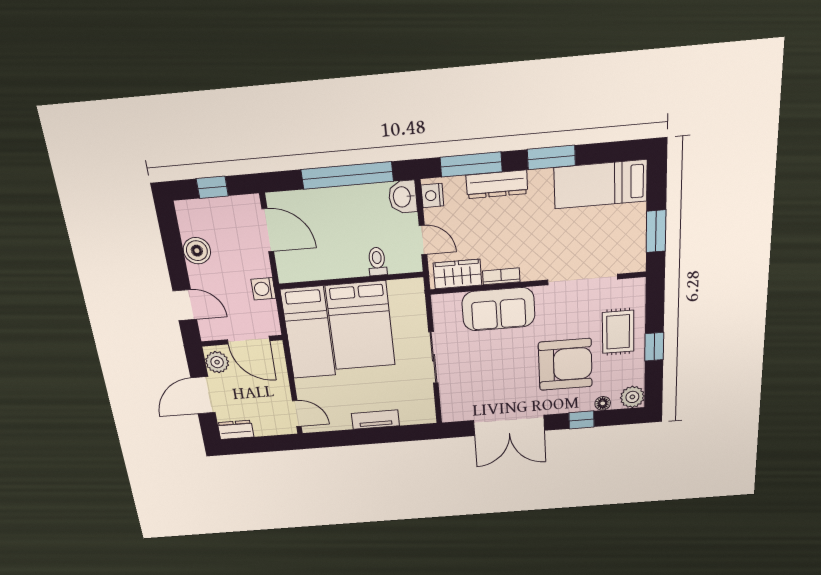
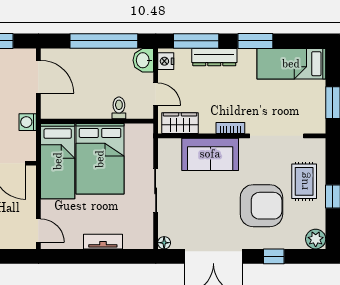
bookcase: (501, 276) -> (230, 128), moved
floor lamp: (603, 403) -> (164, 243), moved

